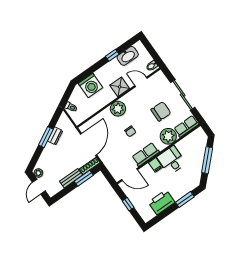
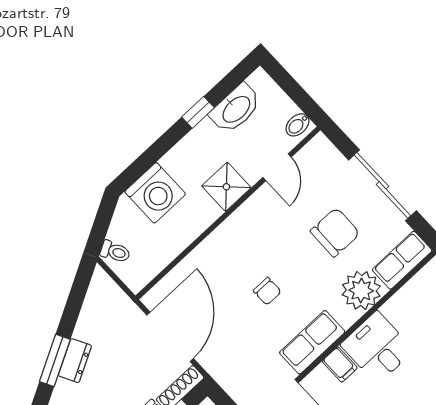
door: (141, 82) -> (277, 167), swing flipped
plant: (118, 109) -> (230, 240), removed
dresser: (55, 136) -> (75, 361), moved
window: (46, 137) -> (55, 360), moved

